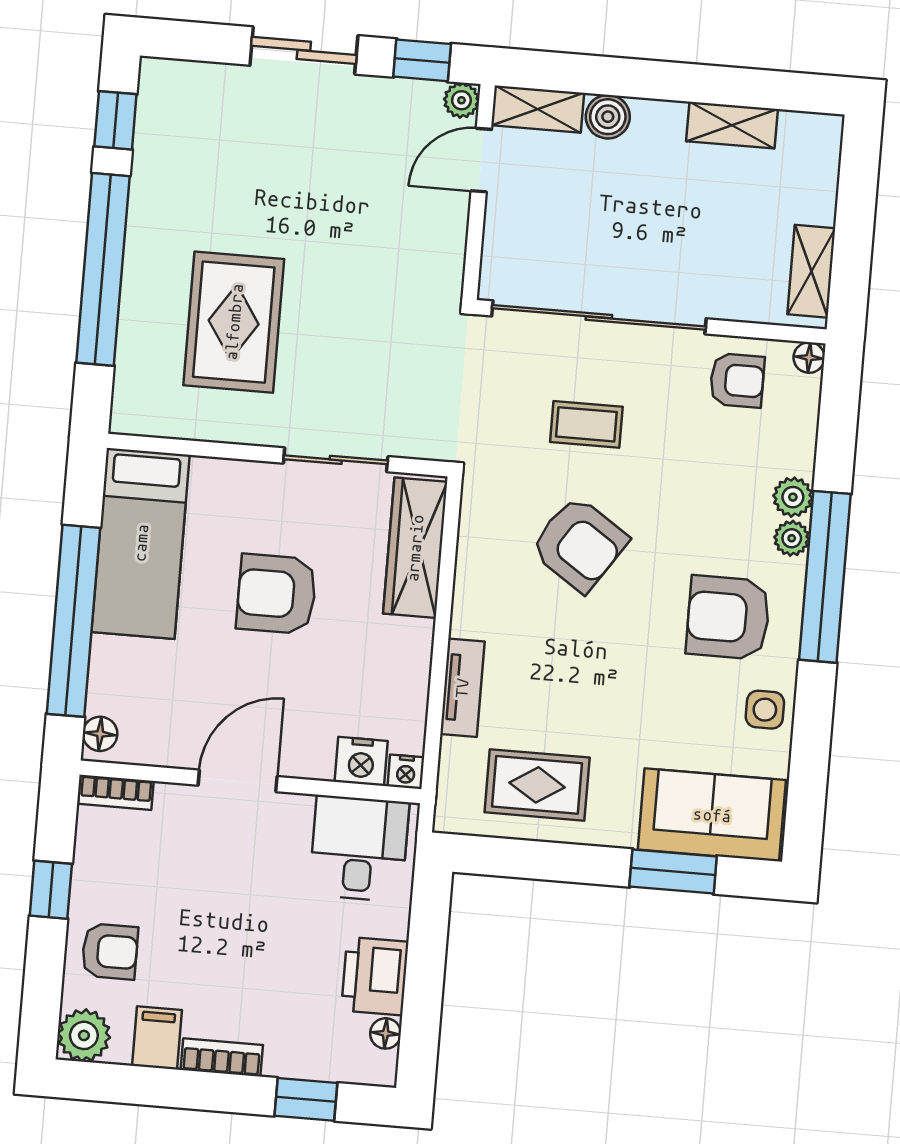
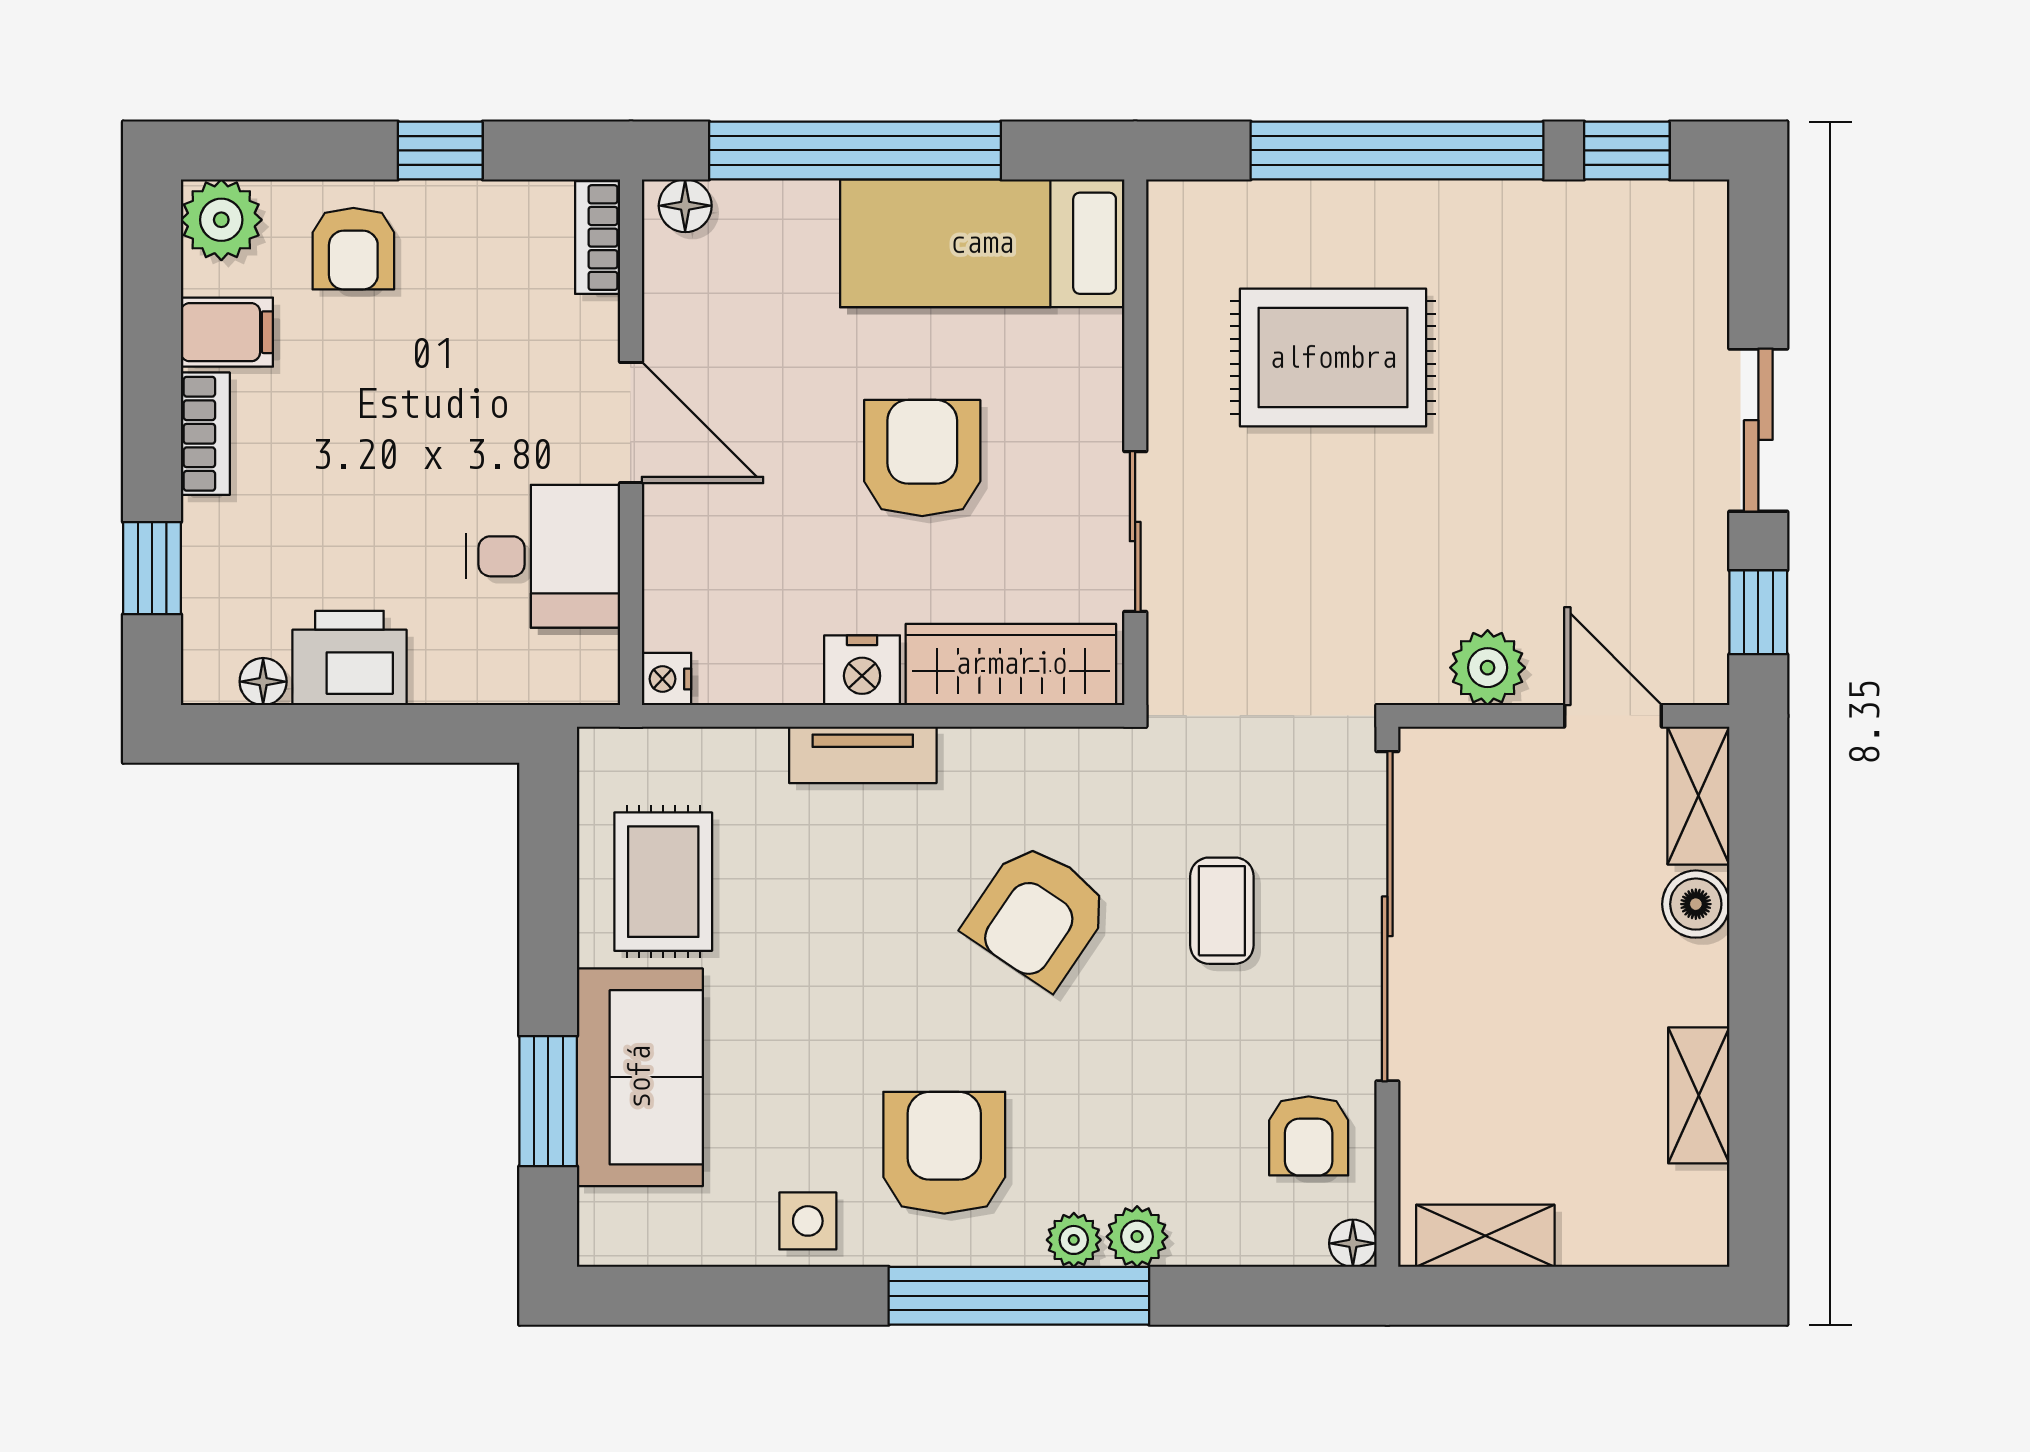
plant: (461, 100) -> (1488, 668), moved, width x1.38, depth x1.38
tv unit: (462, 688) -> (863, 755), moved
nightstand: (361, 761) -> (862, 670), moved, turned -90
sofa: (712, 815) -> (640, 1077), moved
desk: (359, 848) -> (543, 556), moved

